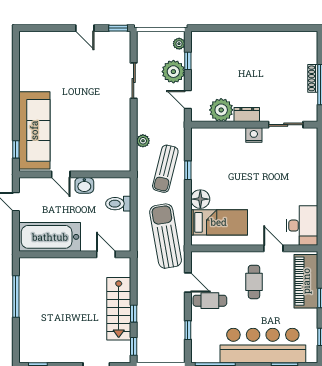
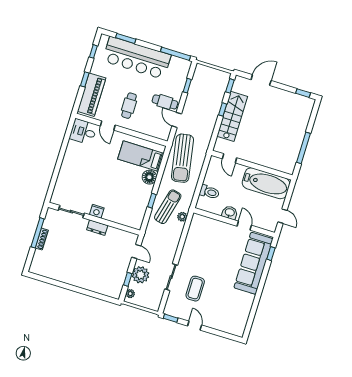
coffee table: (99, 75) -> (195, 289), added
plant: (221, 110) -> (115, 237), removed
plant: (143, 141) -> (182, 217), moved
desk: (302, 226) -> (83, 132), width x0.73

